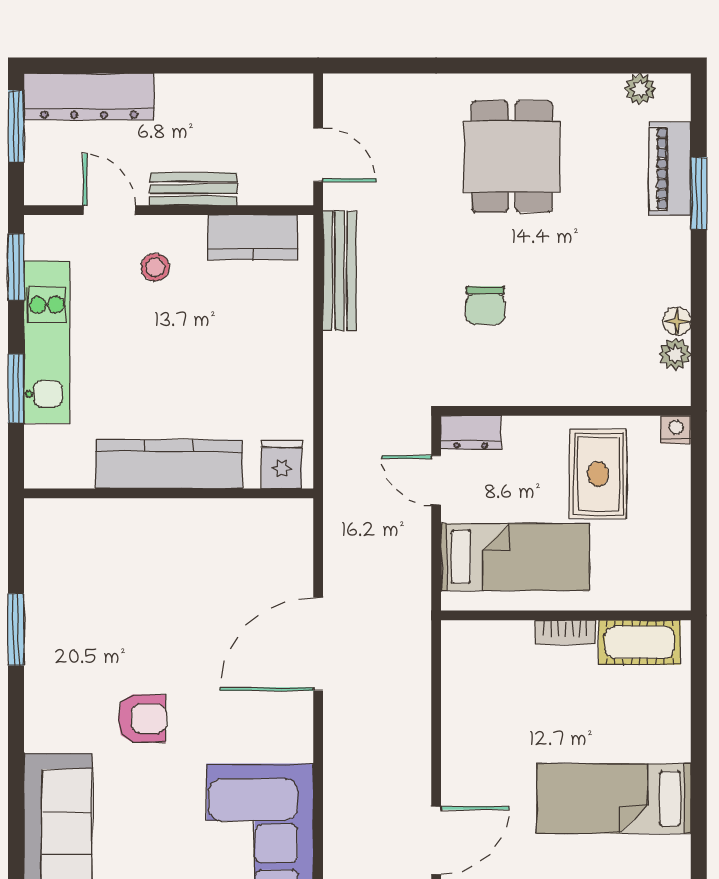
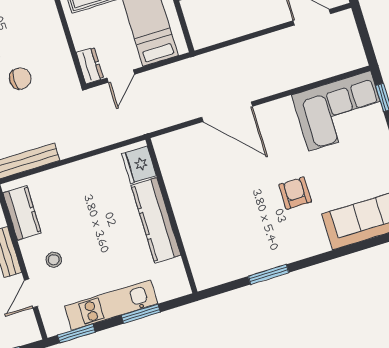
fridge: (282, 464) -> (139, 165), width x1.38

